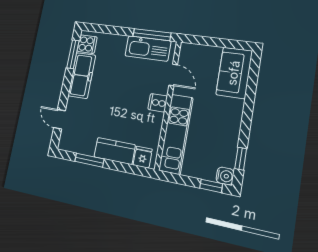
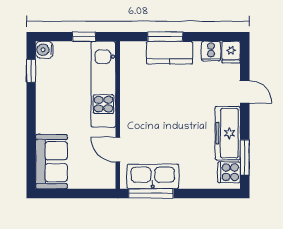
cooker: (158, 103) -> (211, 51), moved, turned 90
door: (60, 119) -> (245, 92), moved
fridge: (143, 157) -> (231, 52), moved
window: (89, 160) -> (165, 37), moved
window: (211, 186) -> (84, 37), moved

